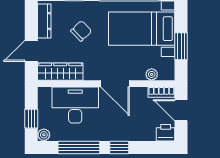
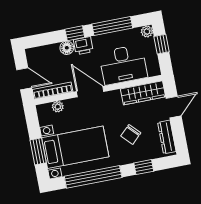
window: (181, 46) -> (38, 151), moved
bookcase: (161, 92) -> (53, 91), width x1.56
printer: (166, 133) -> (83, 46), moved
floor lamp: (130, 134) -> (67, 48), added

